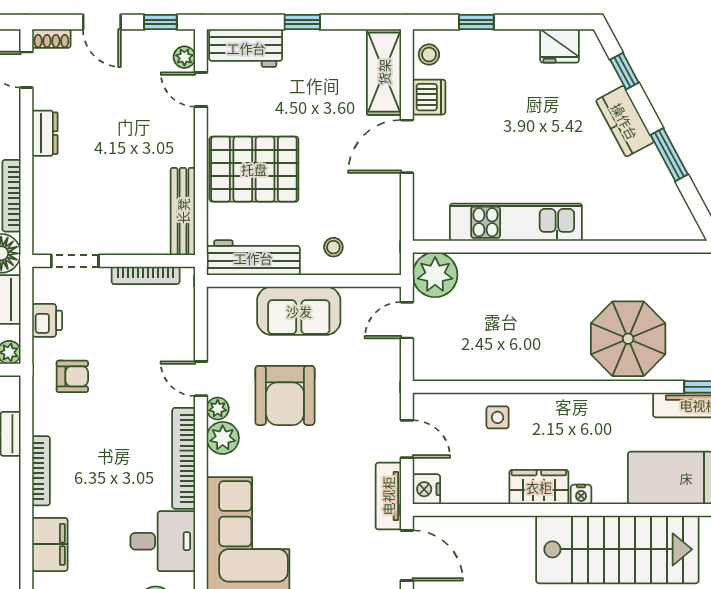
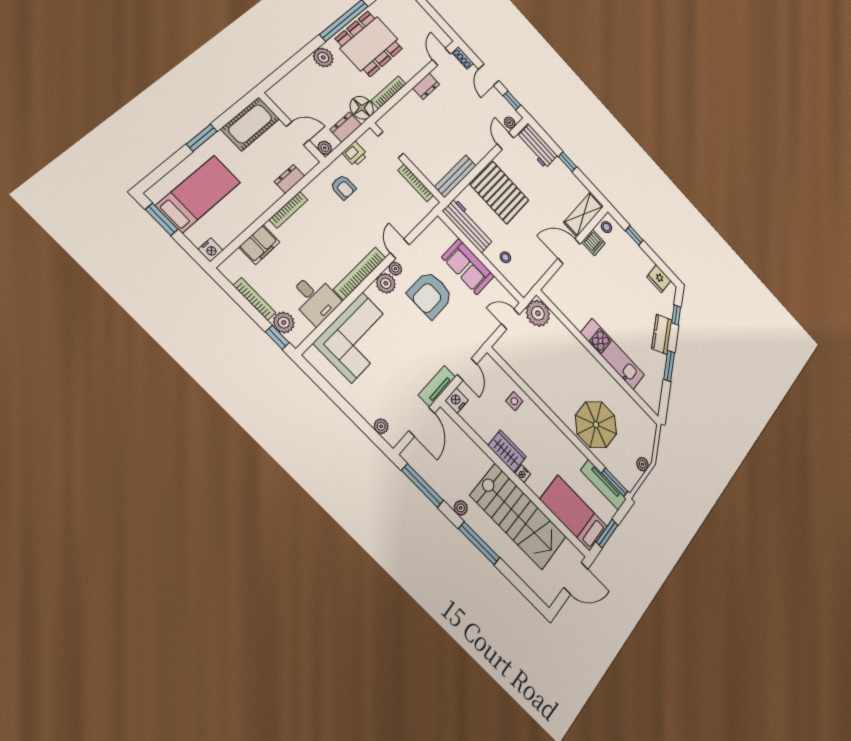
kitchen unit: (516, 222) -> (613, 354), moved

